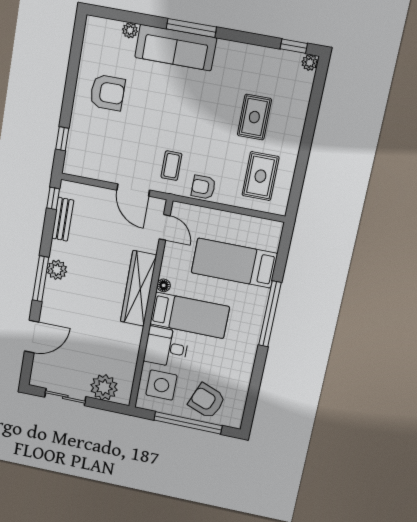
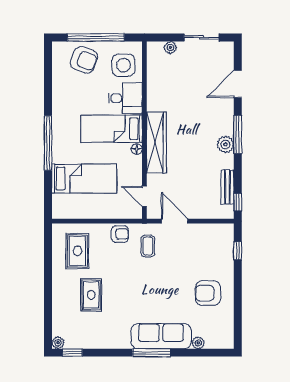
plant: (104, 387) -> (170, 48), width x0.53, depth x0.53

